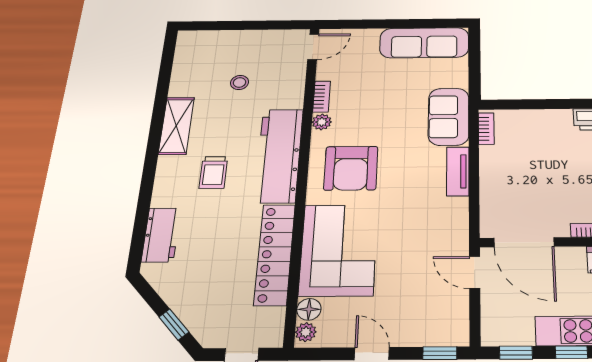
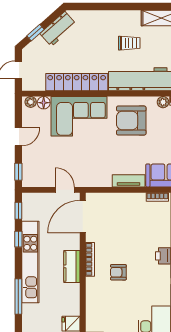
trolley: (213, 172) -> (129, 43), turned 180
workbench: (161, 235) -> (58, 29), moved, turned -42
door: (475, 272) -> (65, 190), hinge flipped

